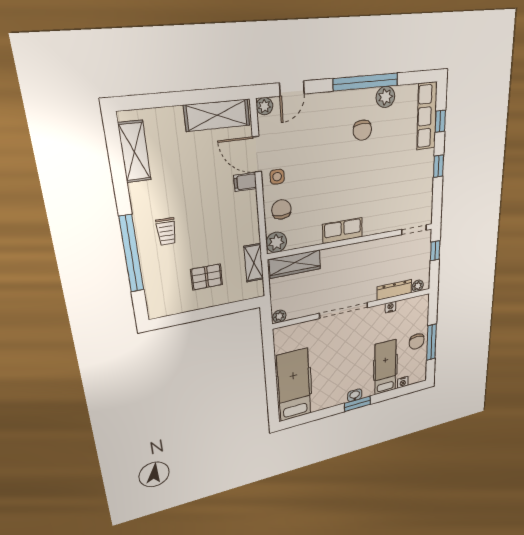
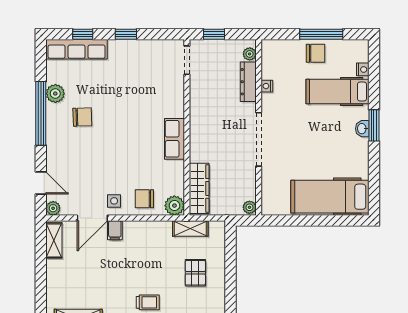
shelving: (217, 115) -> (54, 240), width x0.67, depth x0.75

